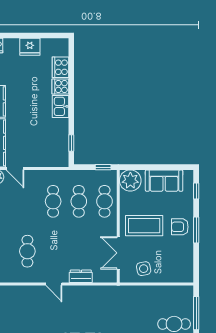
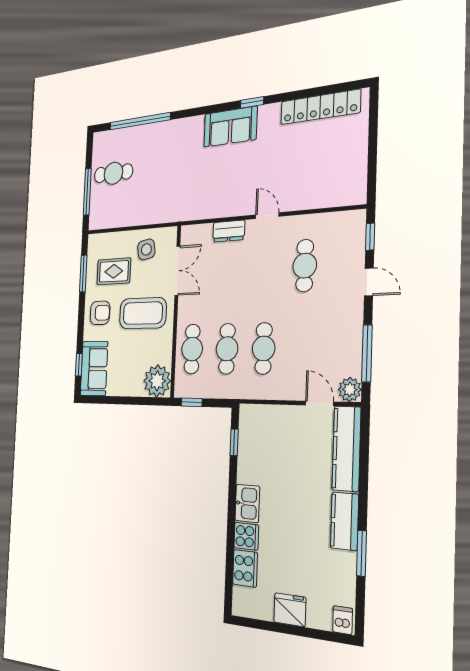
sofa: (164, 181) -> (94, 369), moved, turned 90
window: (196, 230) -> (83, 274), moved
rug: (170, 255) -> (114, 271), added

